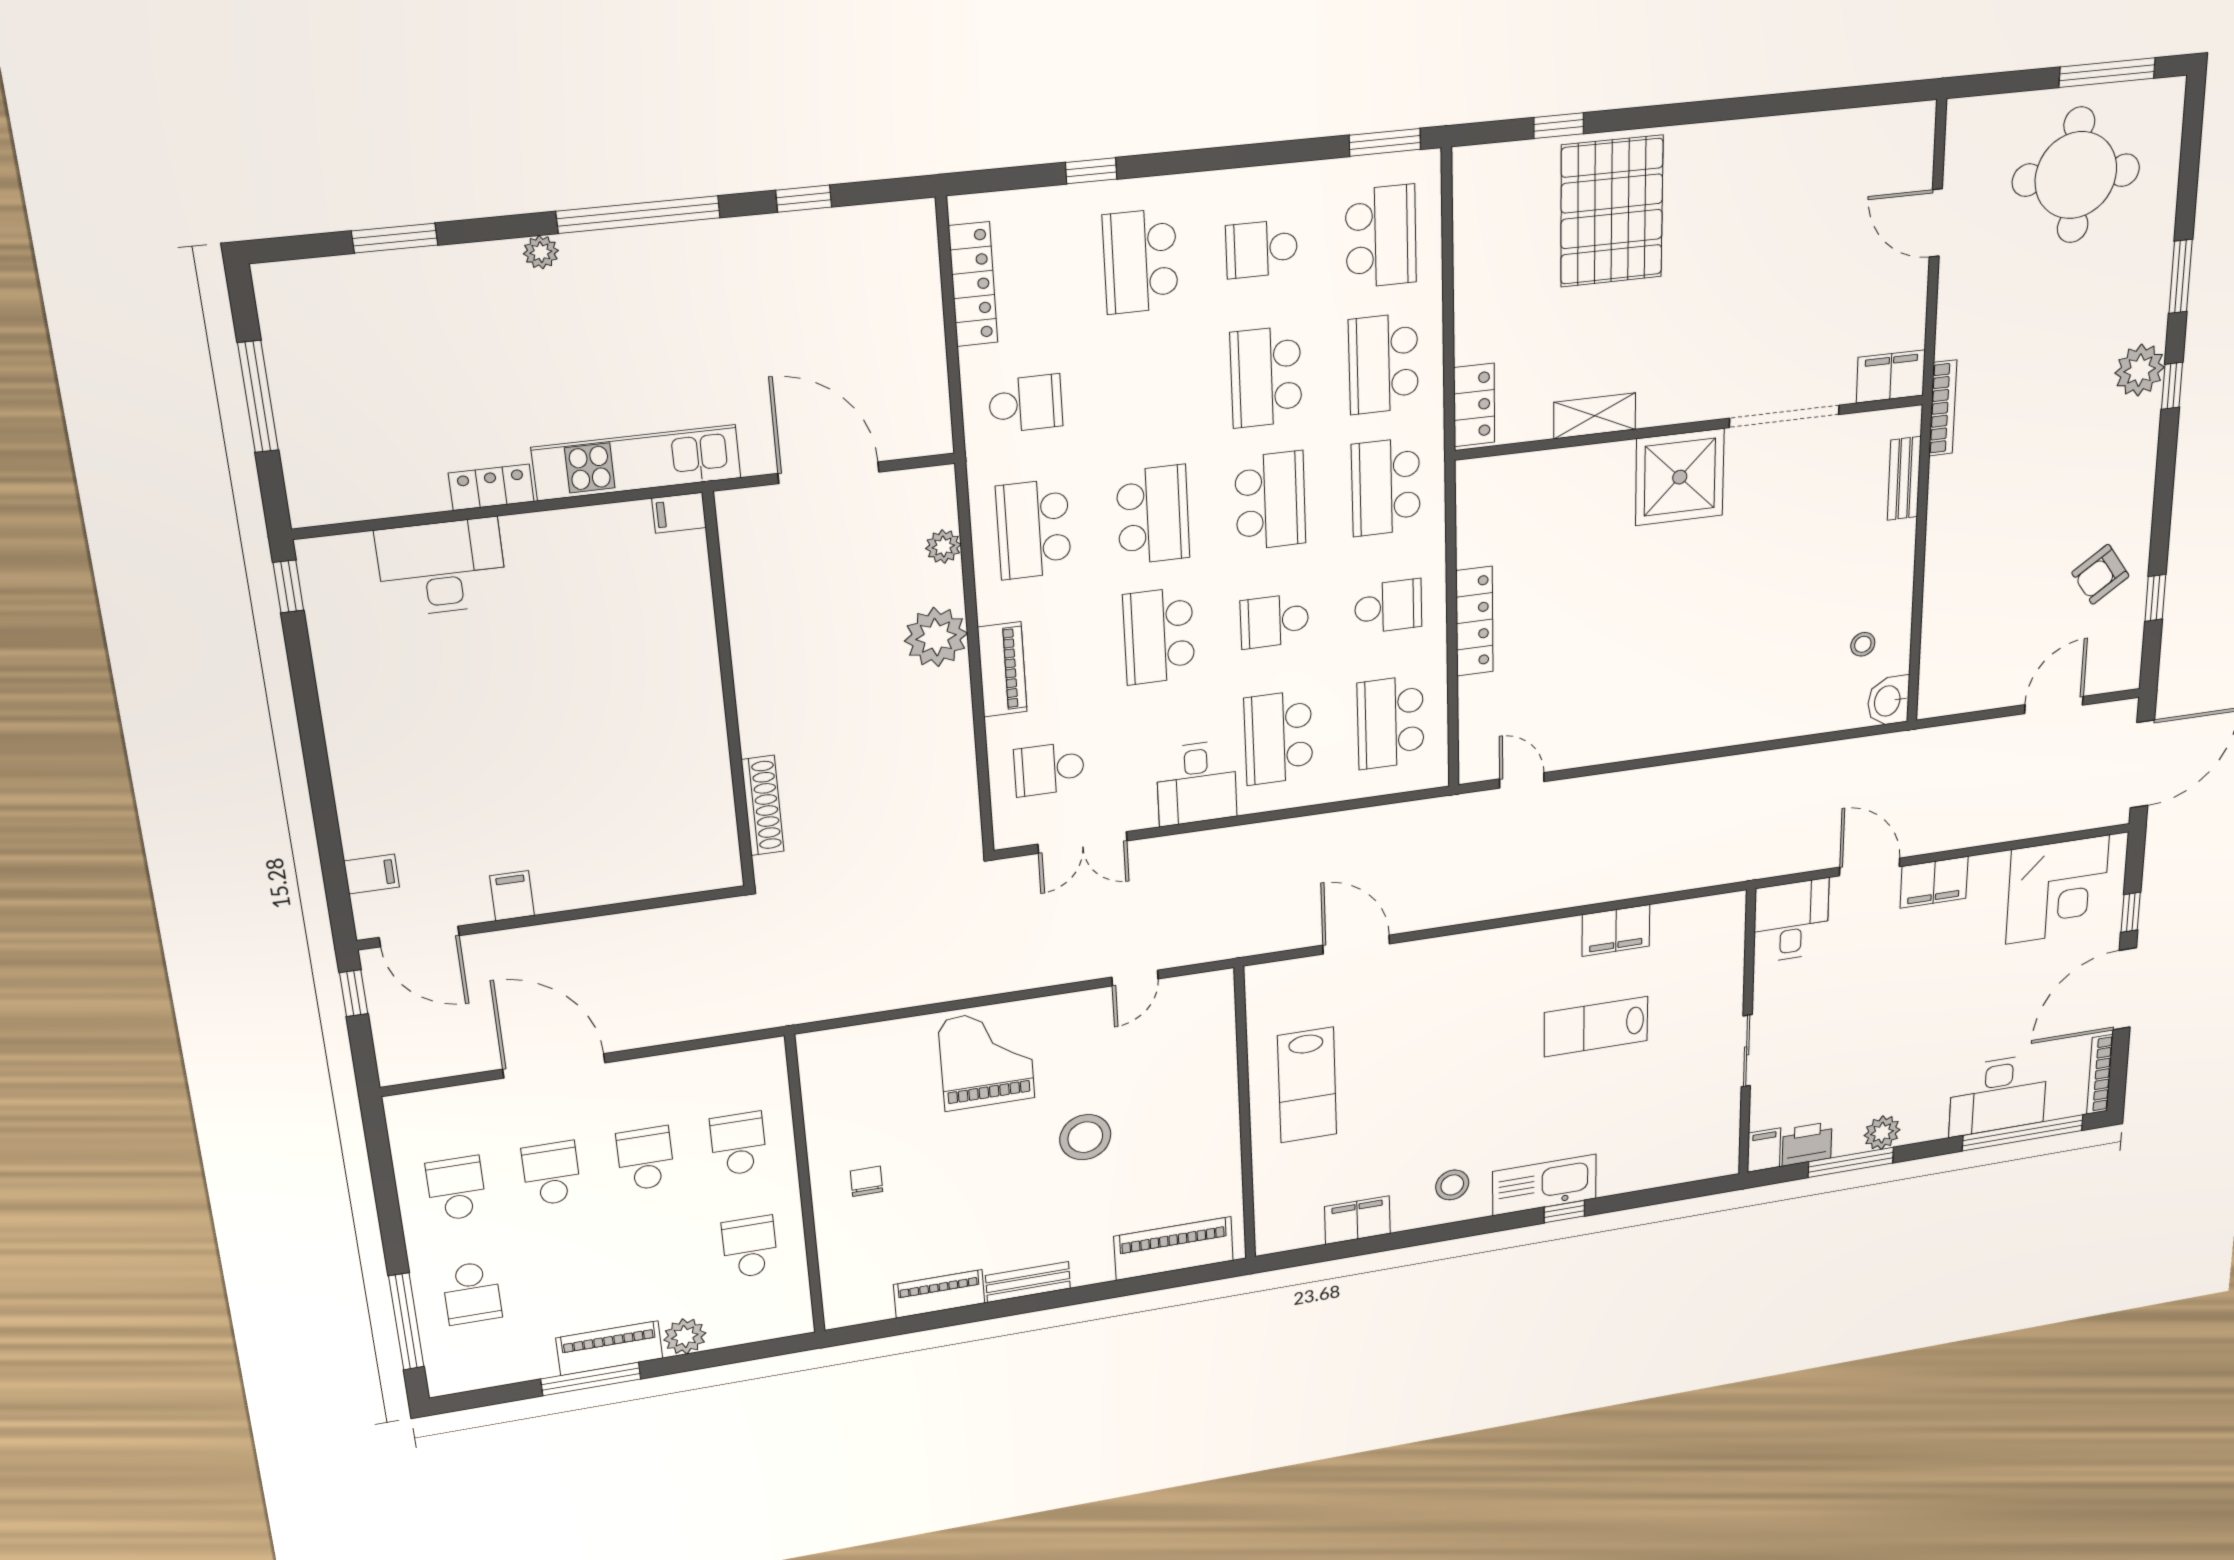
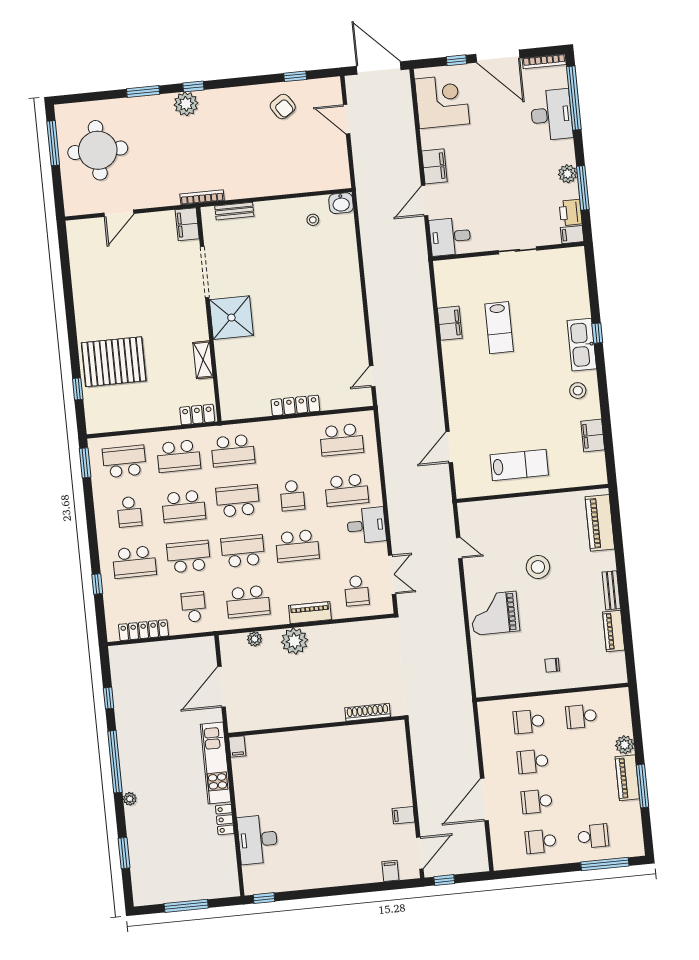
school desk: (1388, 606) -> (189, 557), moved, width x1.85

